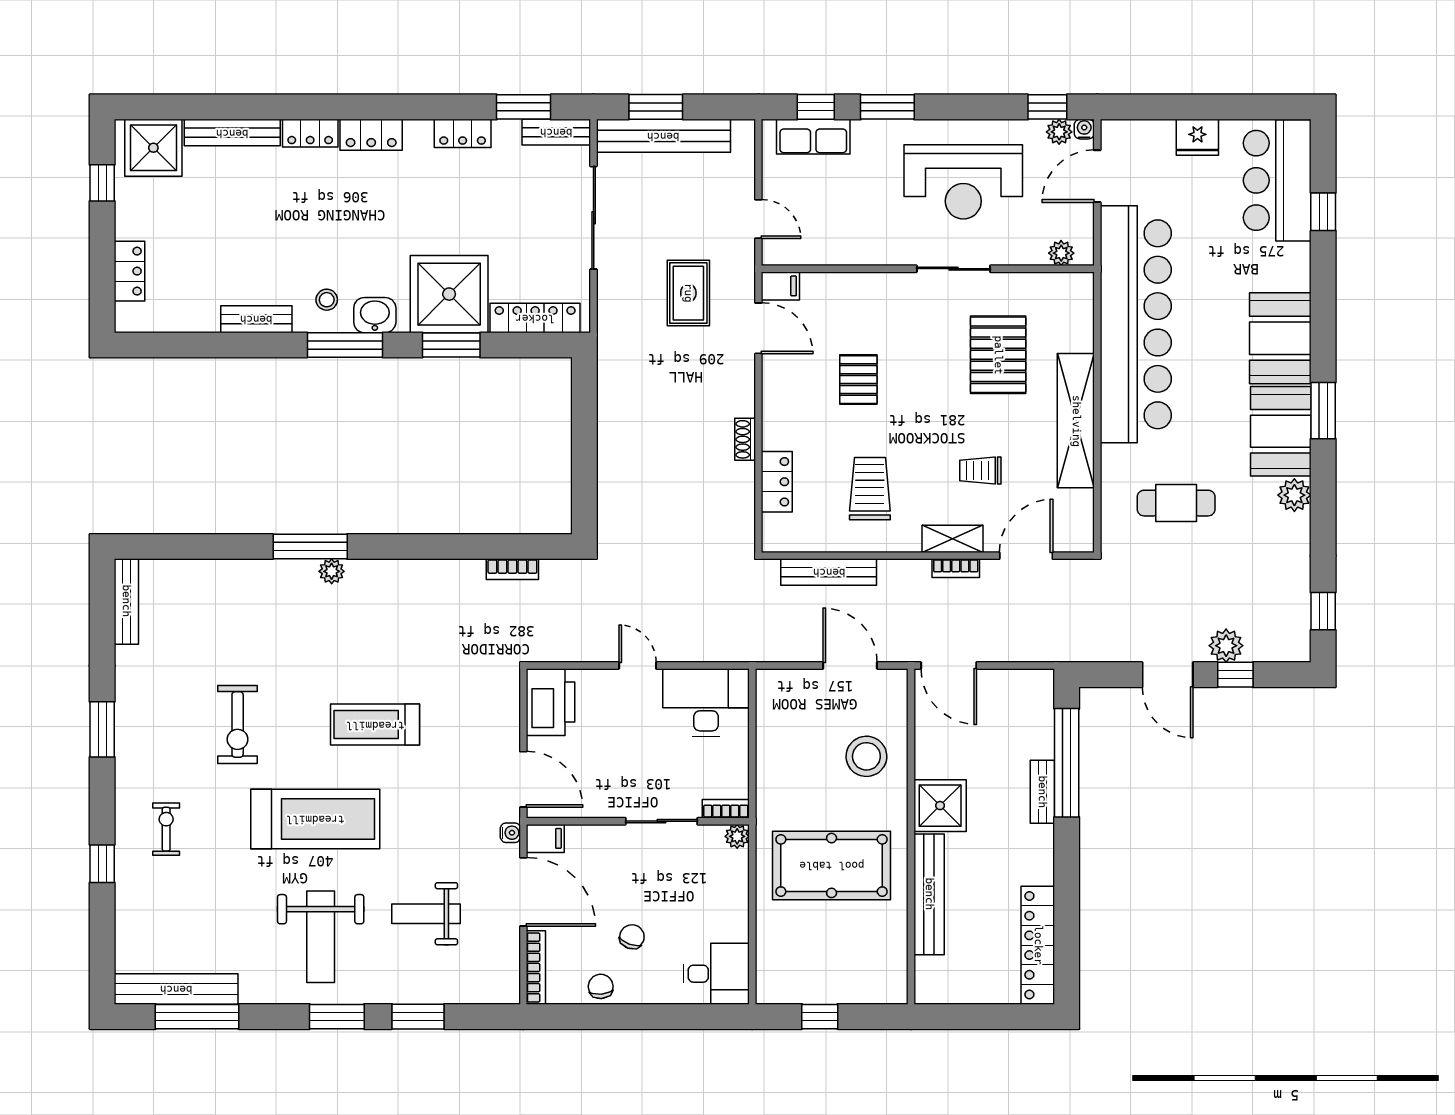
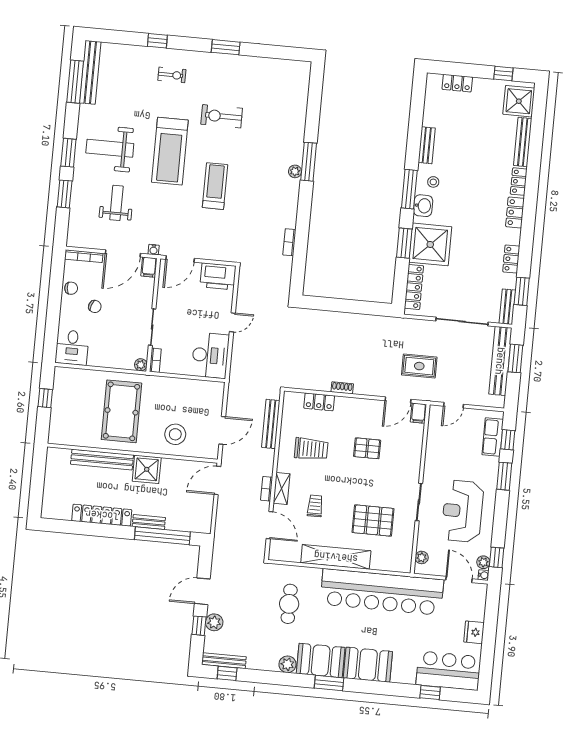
bookcase: (512, 569) -> (289, 242), moved
bench: (126, 601) -> (224, 661), moved
locker: (1038, 945) -> (102, 515), moved

